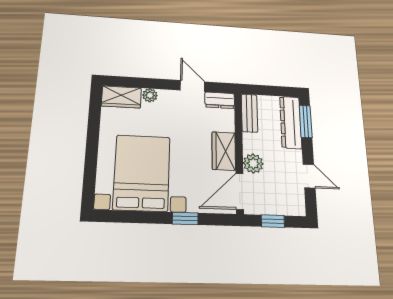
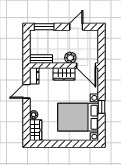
dresser: (291, 122) -> (45, 36), removed
window: (185, 218) -> (102, 107), moved
window: (273, 221) -> (102, 48), removed

